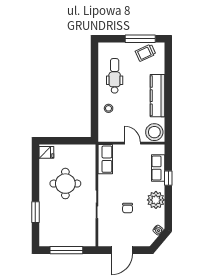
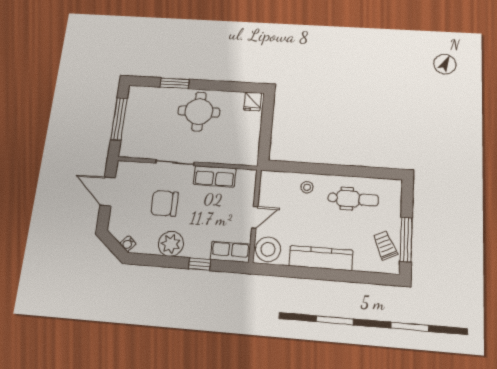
row of seats: (105, 159) -> (215, 176), moved
row of seats: (158, 168) -> (230, 252), moved
round table: (65, 184) -> (199, 112), moved
chair: (128, 208) -> (165, 203), width x1.87, depth x1.87

